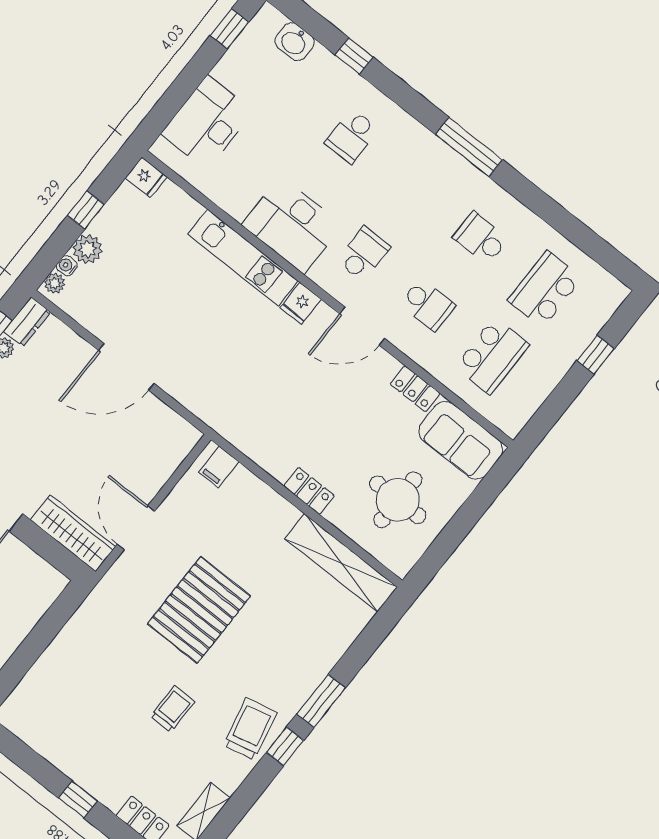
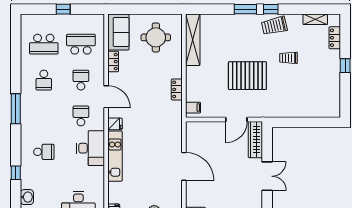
school desk: (363, 254) -> (81, 116), turned 90
window: (596, 355) -> (63, 9), moved
locker: (309, 491) -> (177, 89), moved

